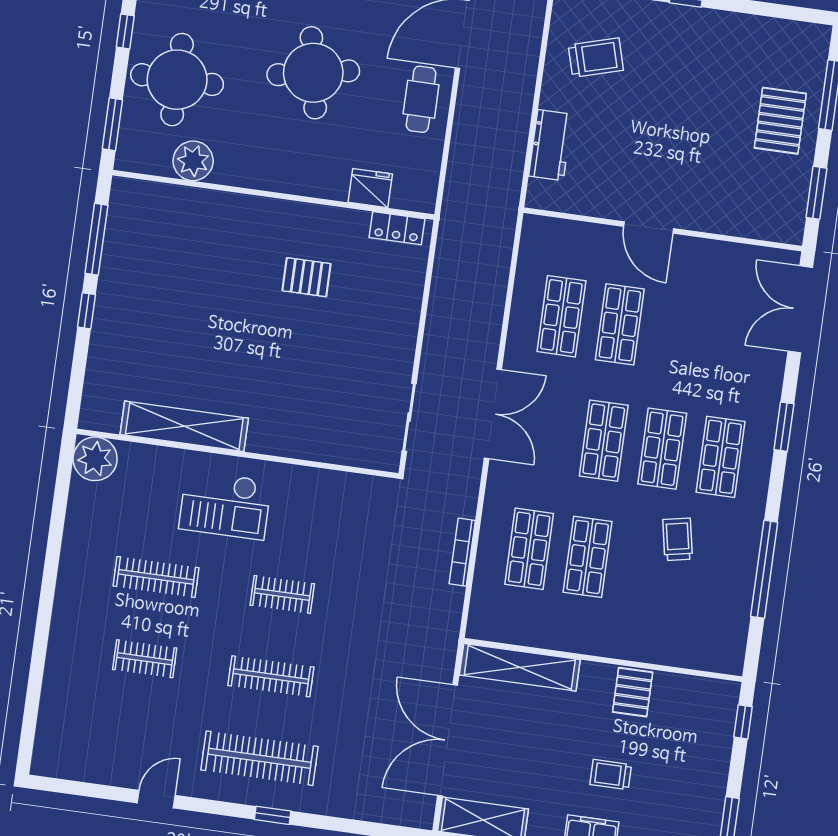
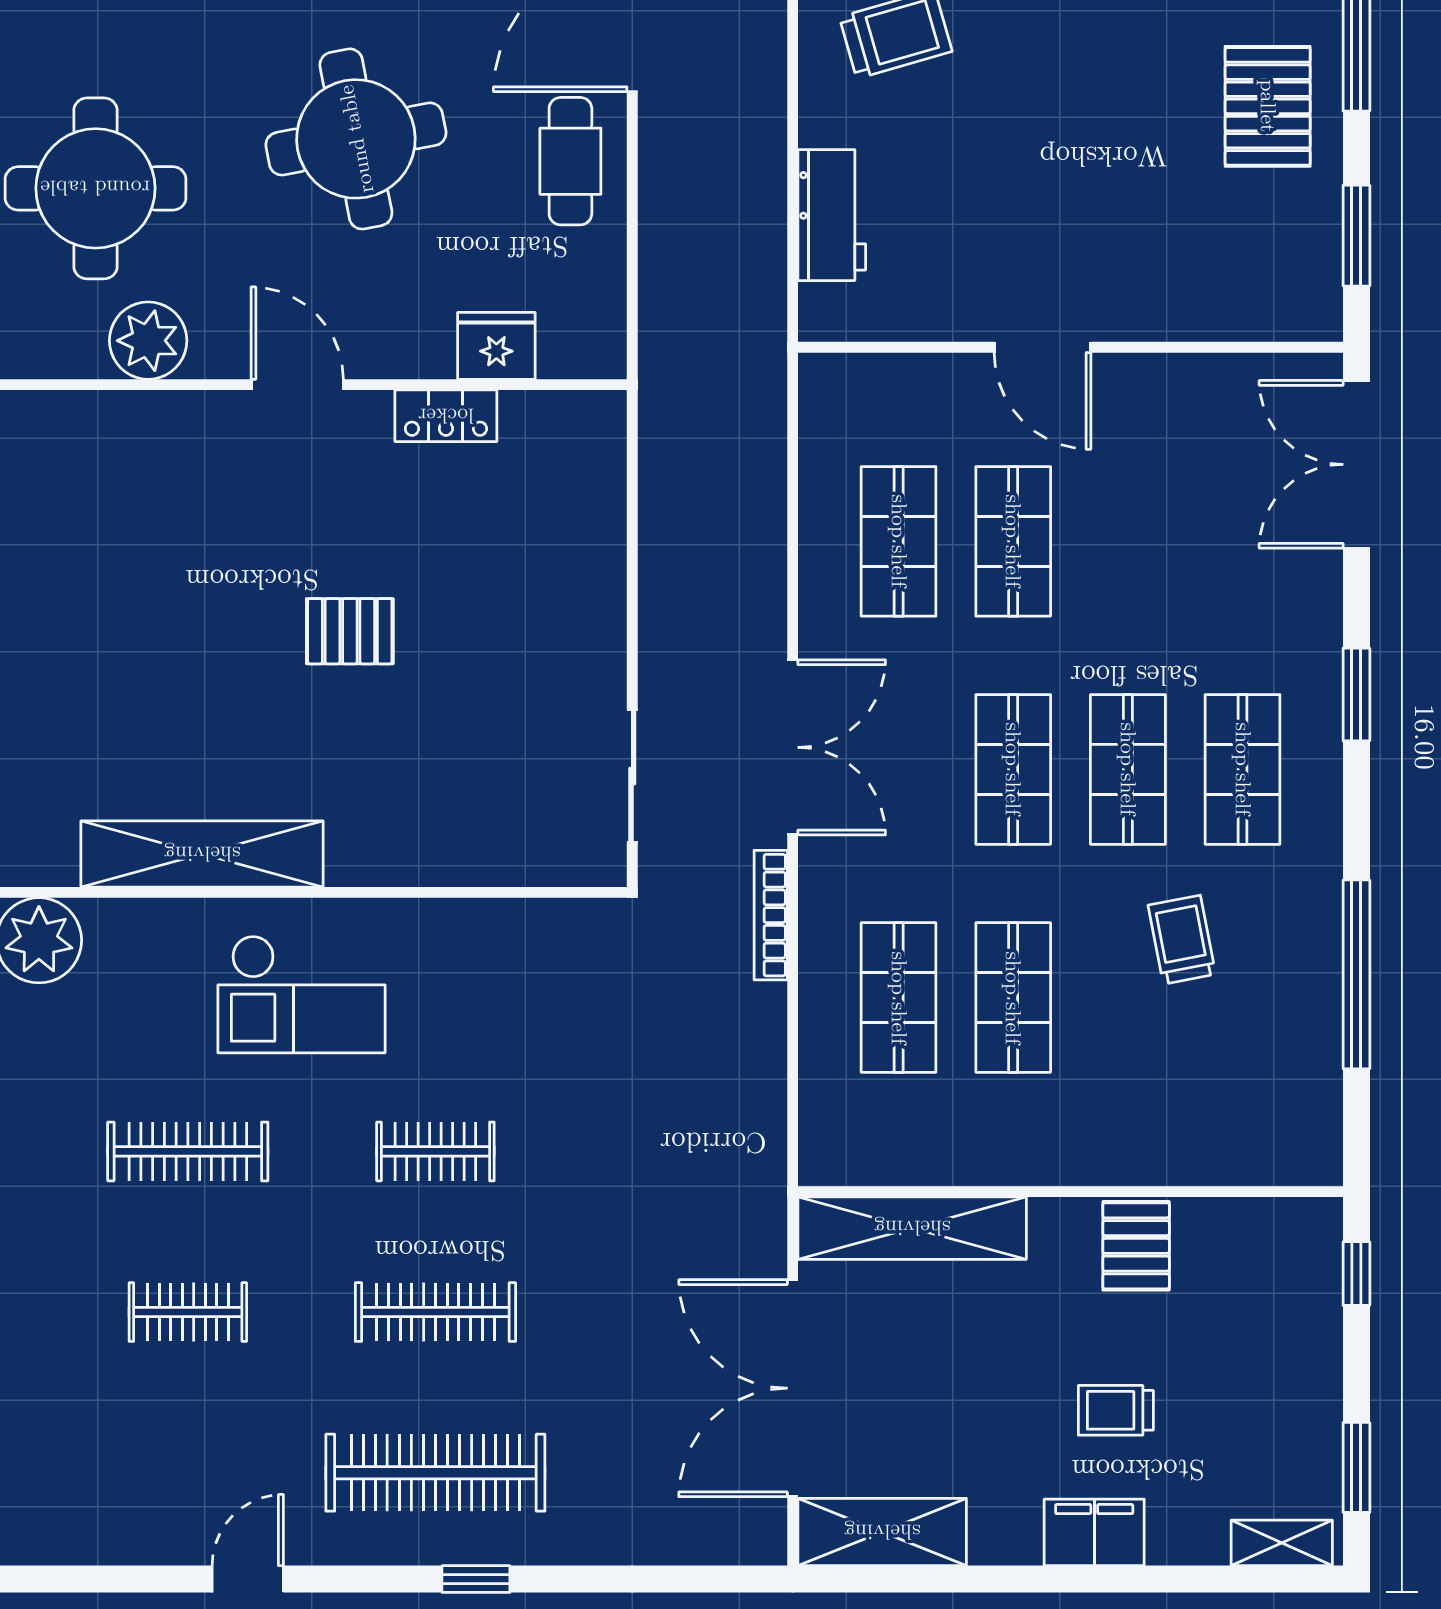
door: (266, 194) -> (297, 385), added
locker: (397, 228) -> (446, 416), moved
pallet: (307, 277) -> (350, 631), moved
bookcase: (462, 552) -> (771, 915), moved

